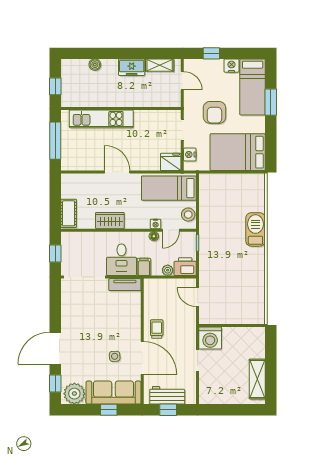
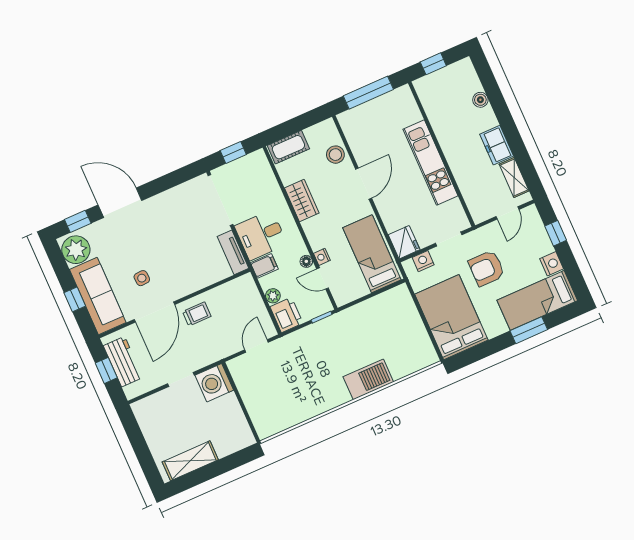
kitchen unit: (101, 119) -> (430, 163), moved
stool: (188, 215) -> (335, 155), moved

